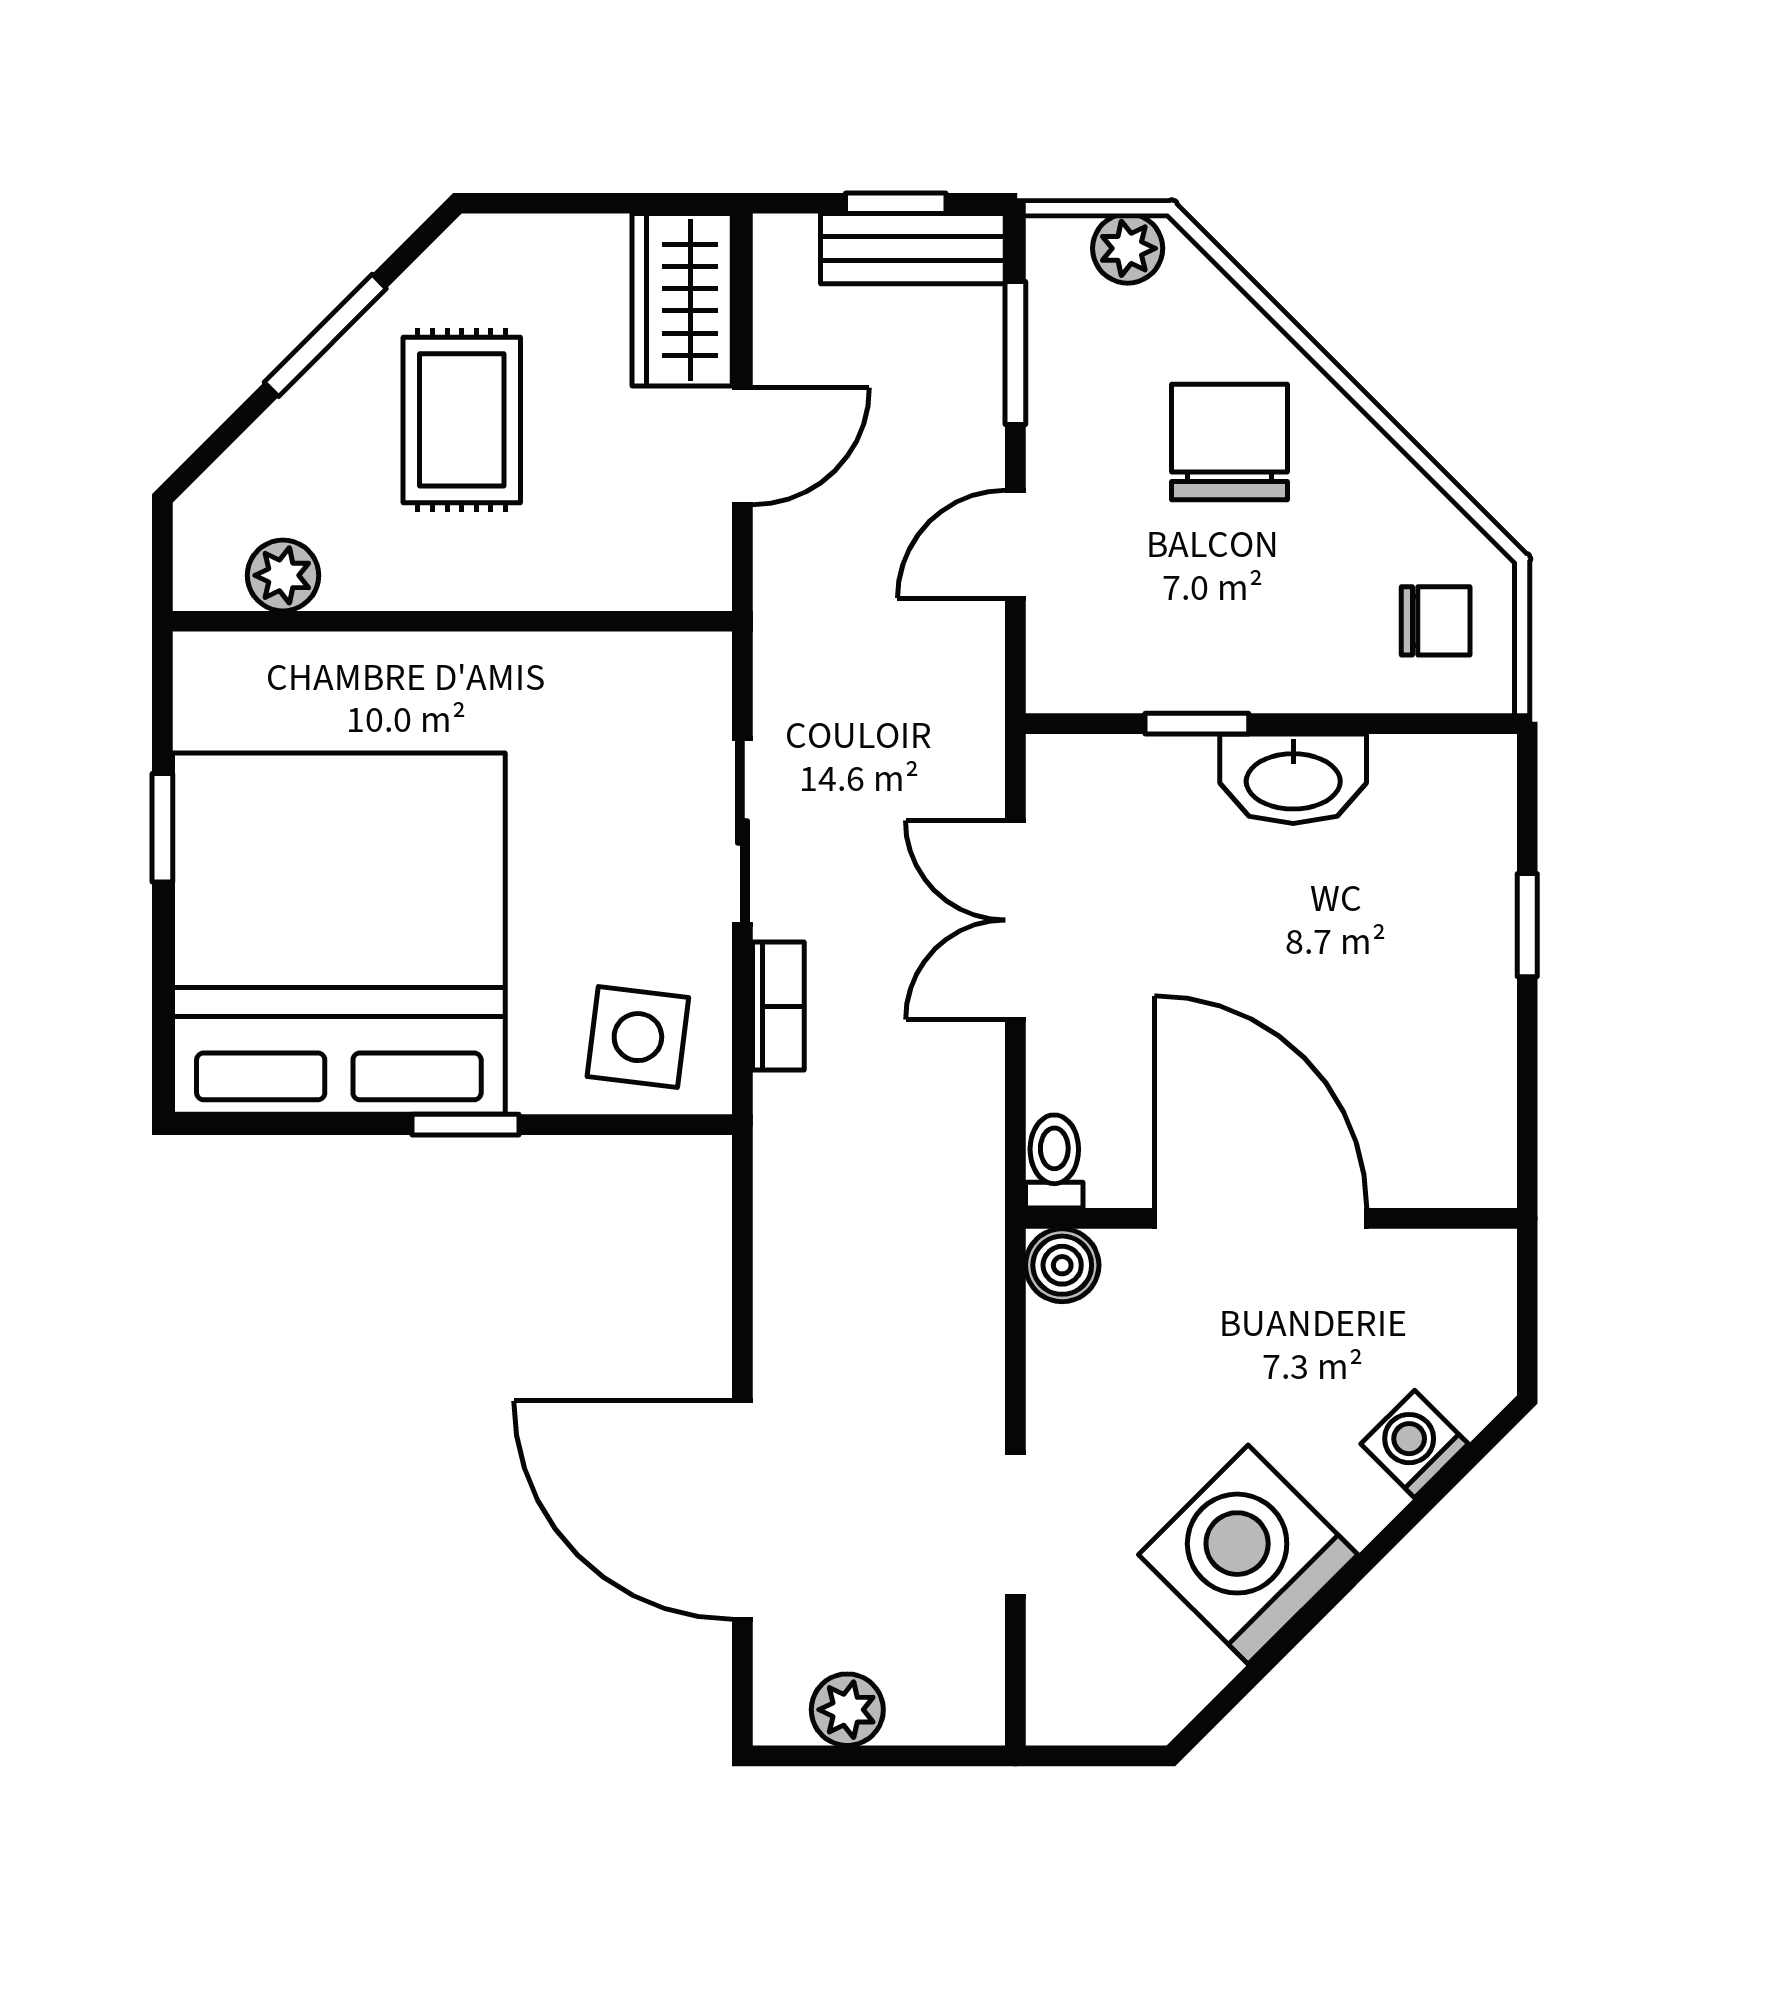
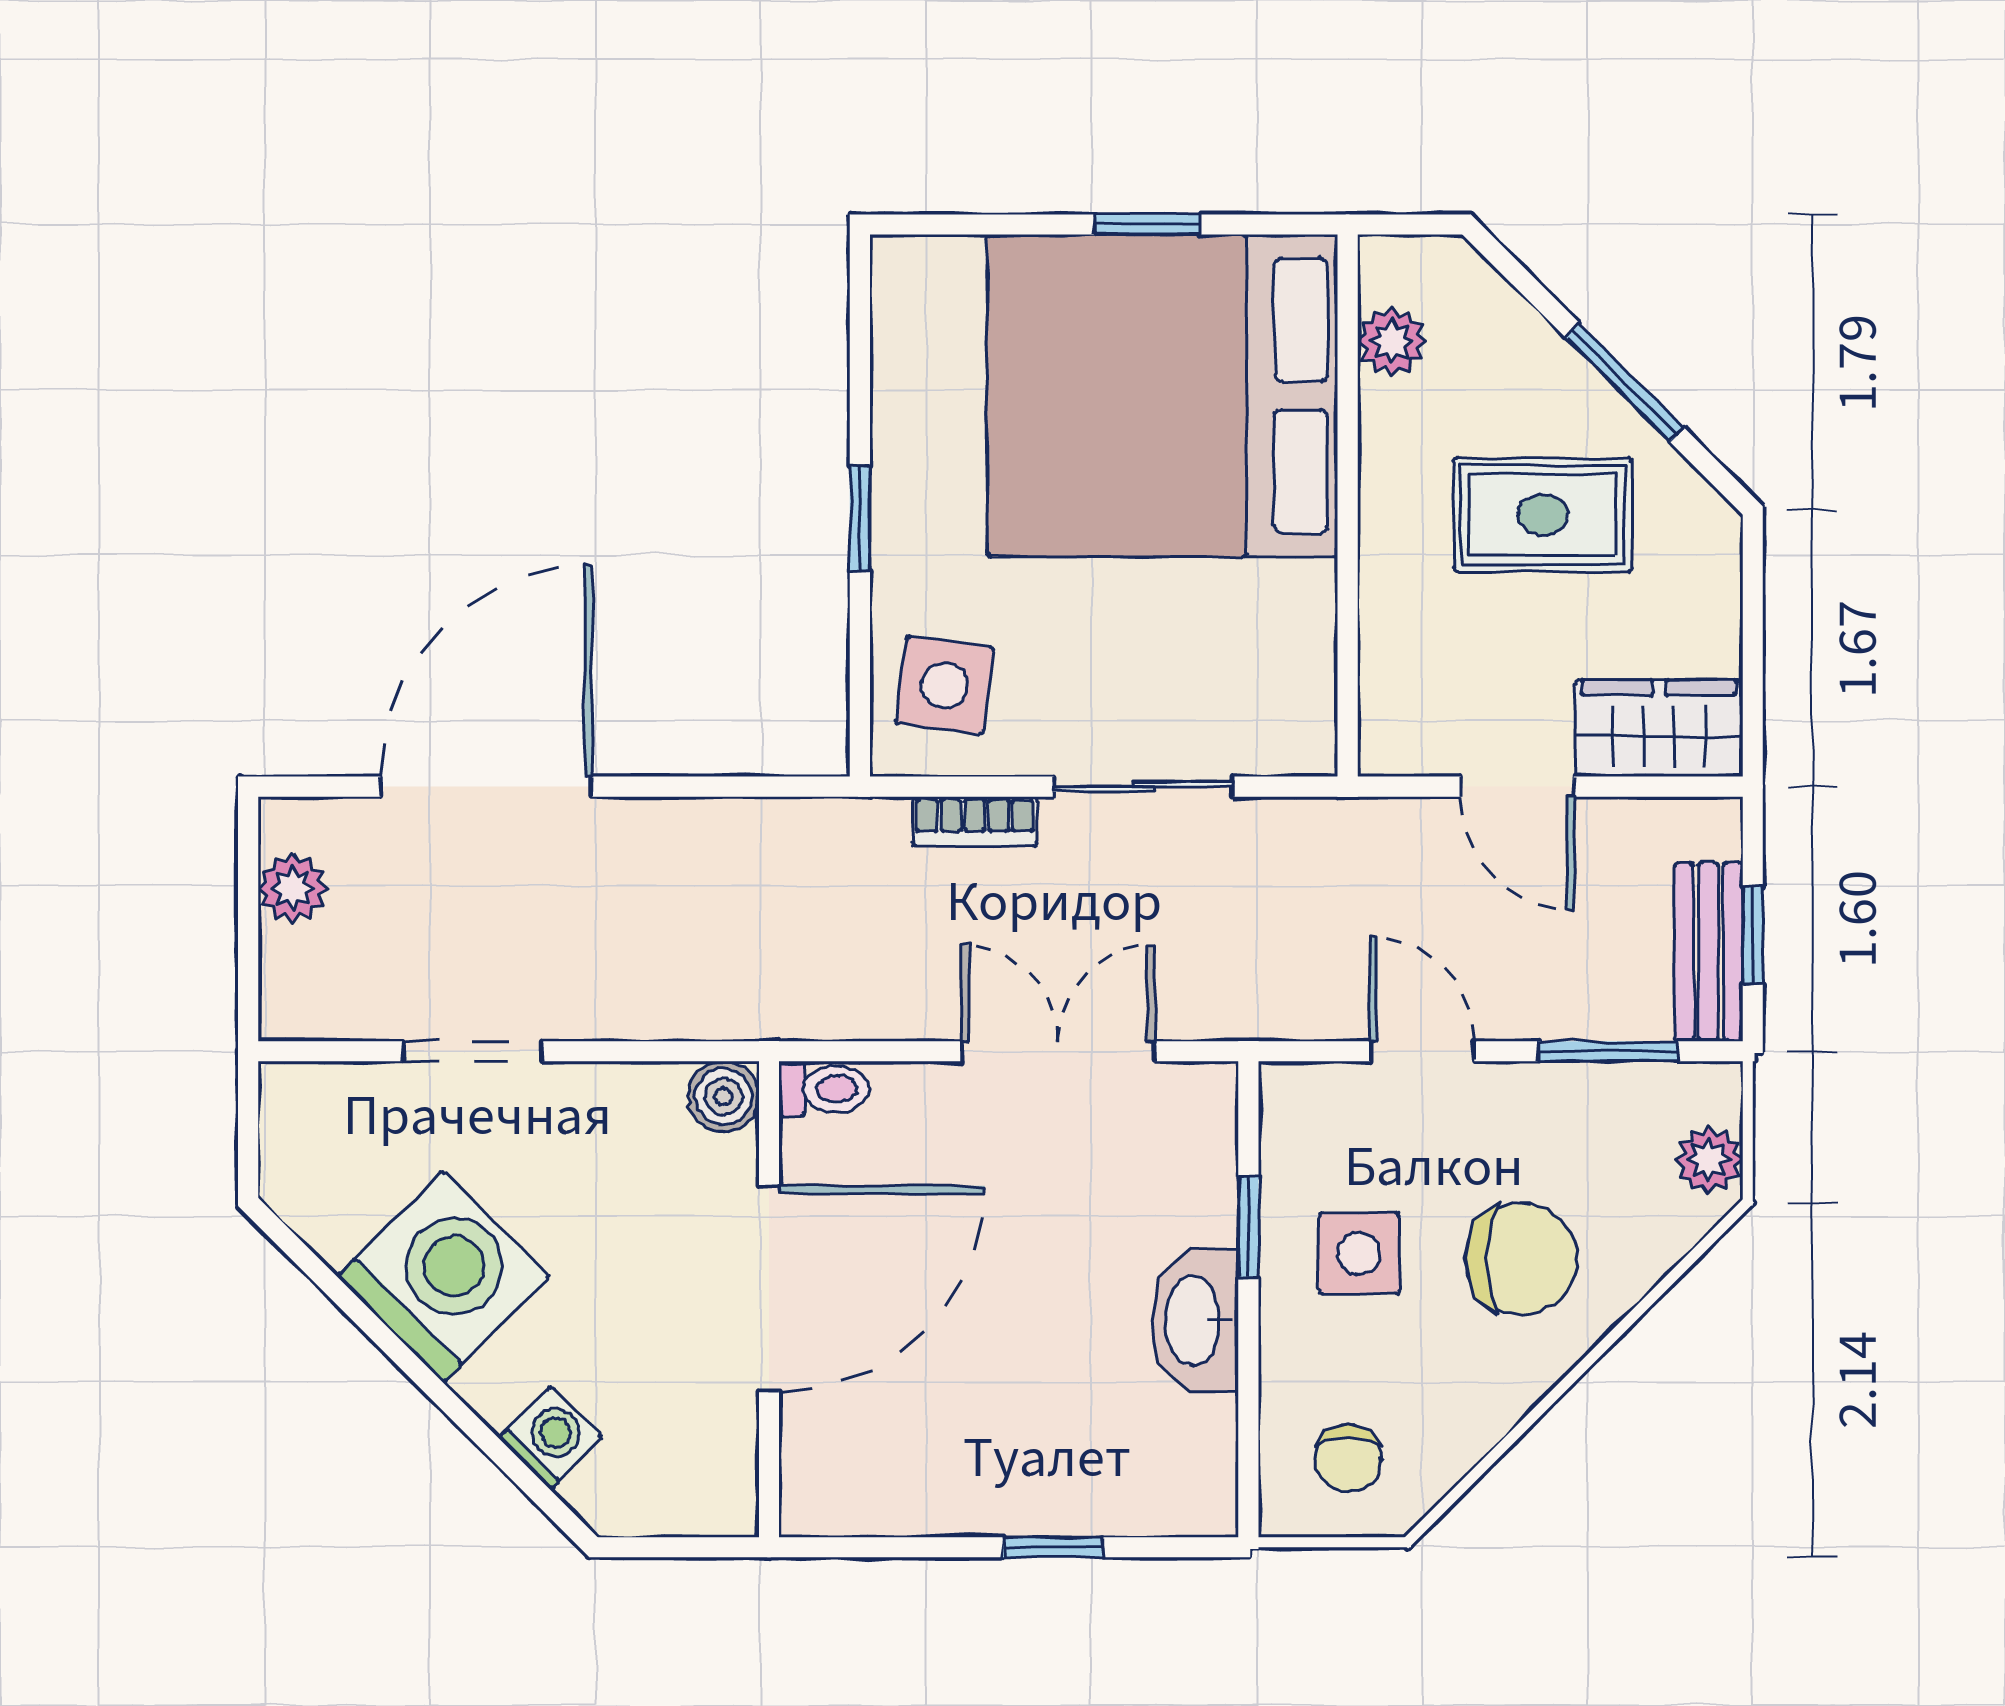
side table: (1224, 609) -> (1359, 1254), added
bed: (339, 934) -> (1163, 396), moved, turned 180

